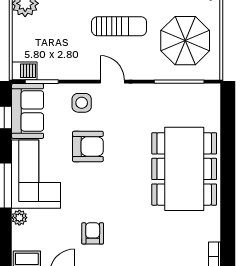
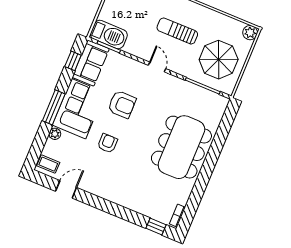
sun lounger: (119, 26) -> (177, 31), turned 180
barbecue: (24, 71) -> (109, 35), width x1.88, depth x1.53
side table: (82, 103) -> (130, 73), removed
armchair: (93, 233) -> (107, 143), moved

